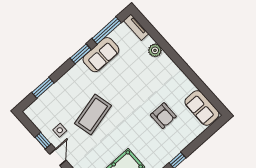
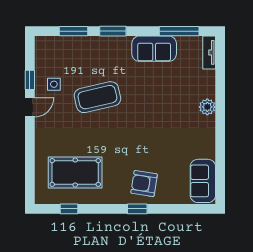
plant: (155, 50) -> (207, 107), moved
window: (81, 54) -> (113, 31), moved
armchair: (163, 116) -> (144, 184), moved, turned 99

